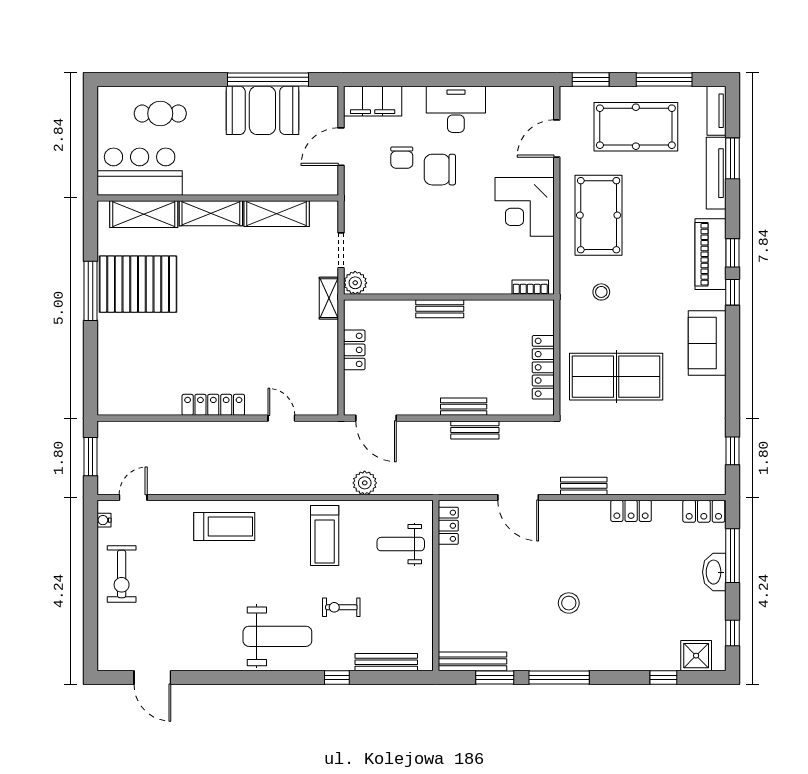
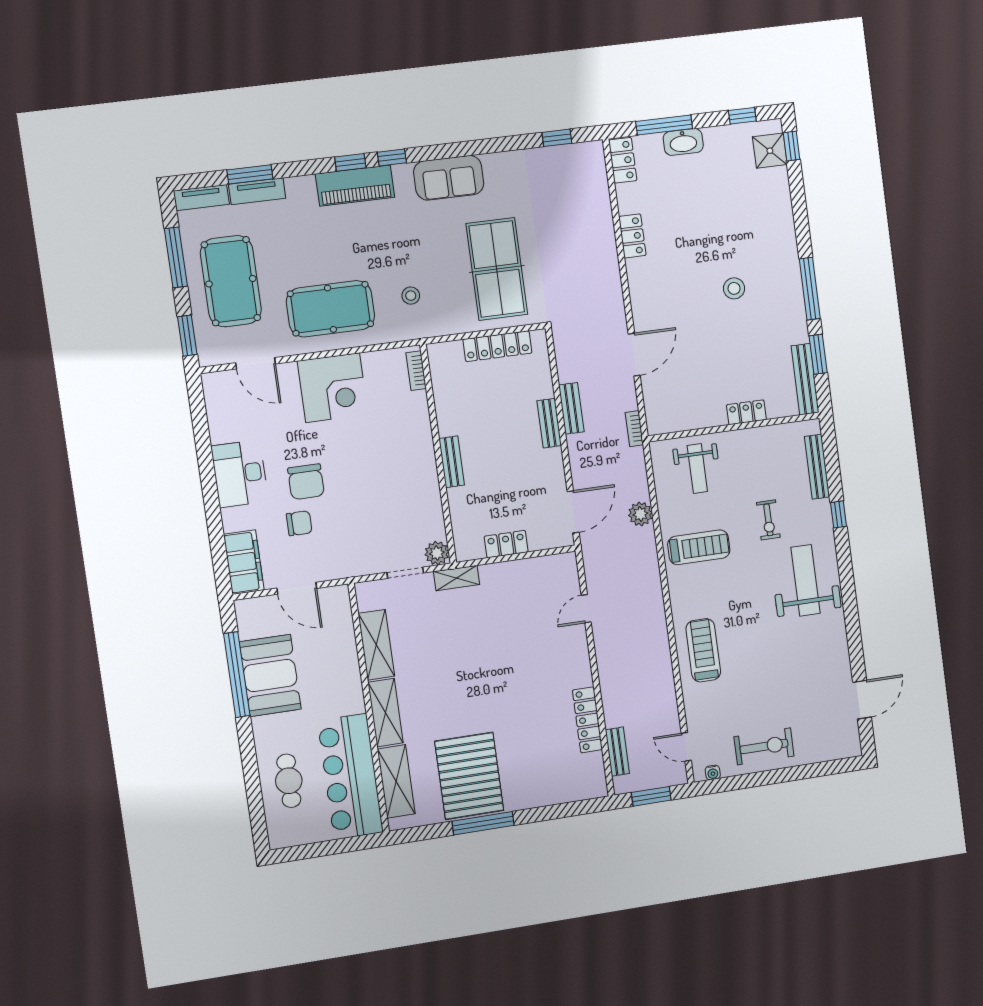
bar counter: (140, 172) -> (350, 777), width x1.36
tv unit: (716, 173) -> (257, 191), width x0.71
locker: (213, 405) -> (587, 720), moved
bench: (584, 486) -> (617, 752), moved
bookcase: (447, 488) -> (634, 429), added
locker: (448, 526) -> (746, 412), moved
window: (663, 678) -> (792, 146), moved

